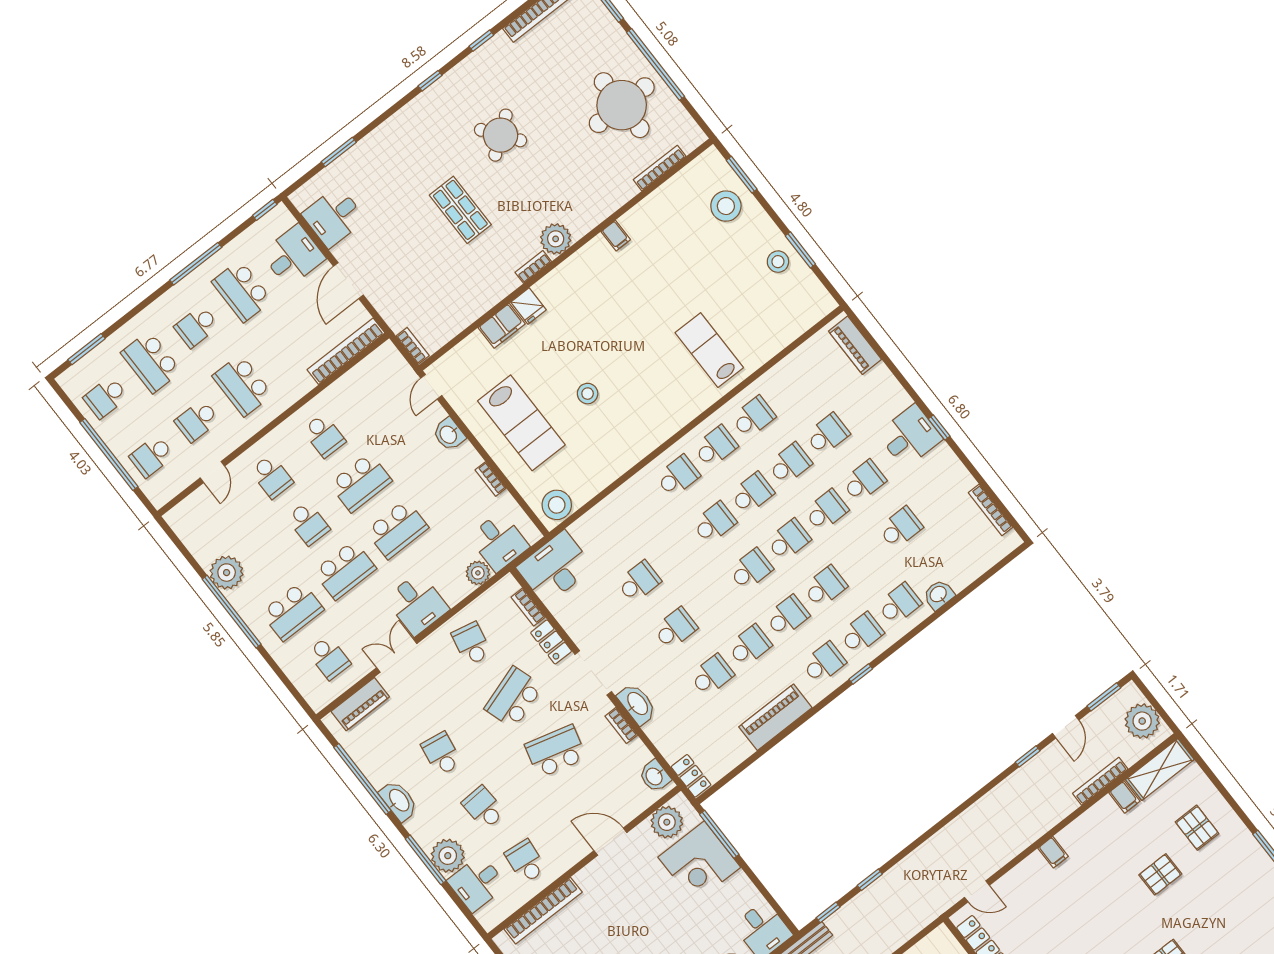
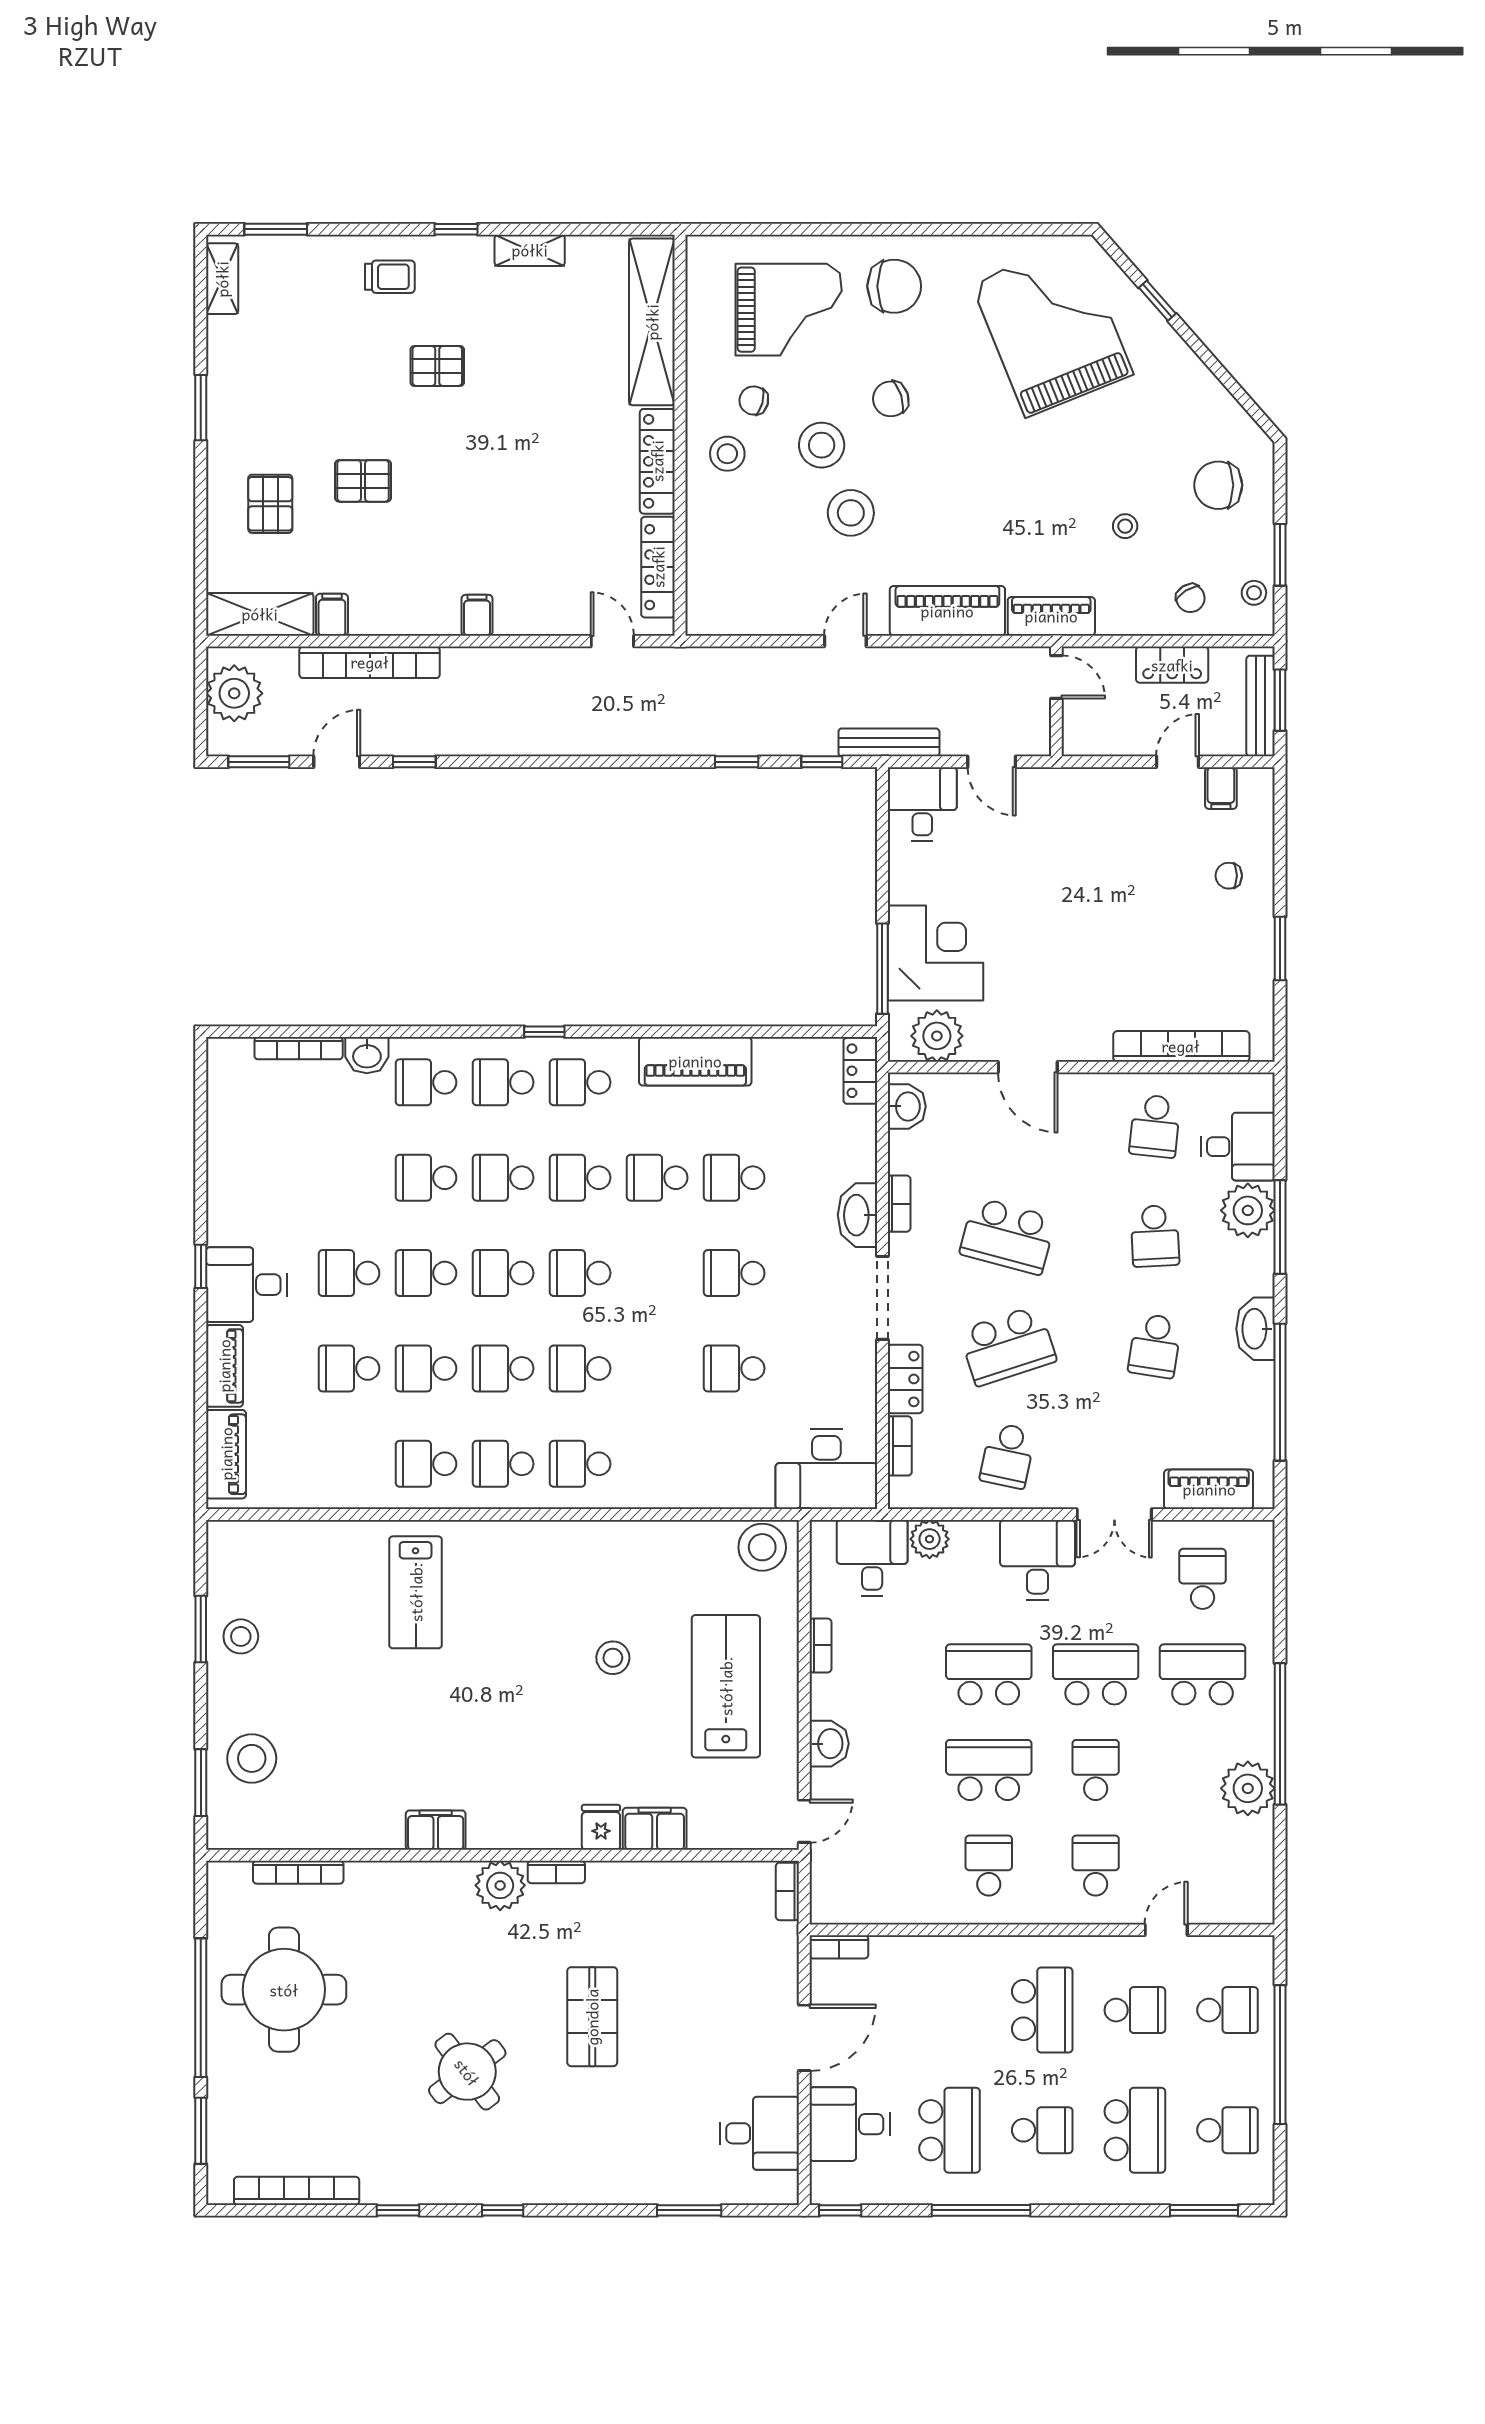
filing cabinet: (616, 236) -> (436, 1830), width x2.00
bookcase: (346, 351) -> (839, 1947), width x0.43, depth x0.76
piano: (890, 388) -> (224, 1366), added
bookcase: (991, 510) -> (299, 1048), moved, turned 90
school desk: (901, 528) -> (426, 1178), moved
bookcase: (1100, 781) -> (370, 662), width x1.48, depth x1.31

